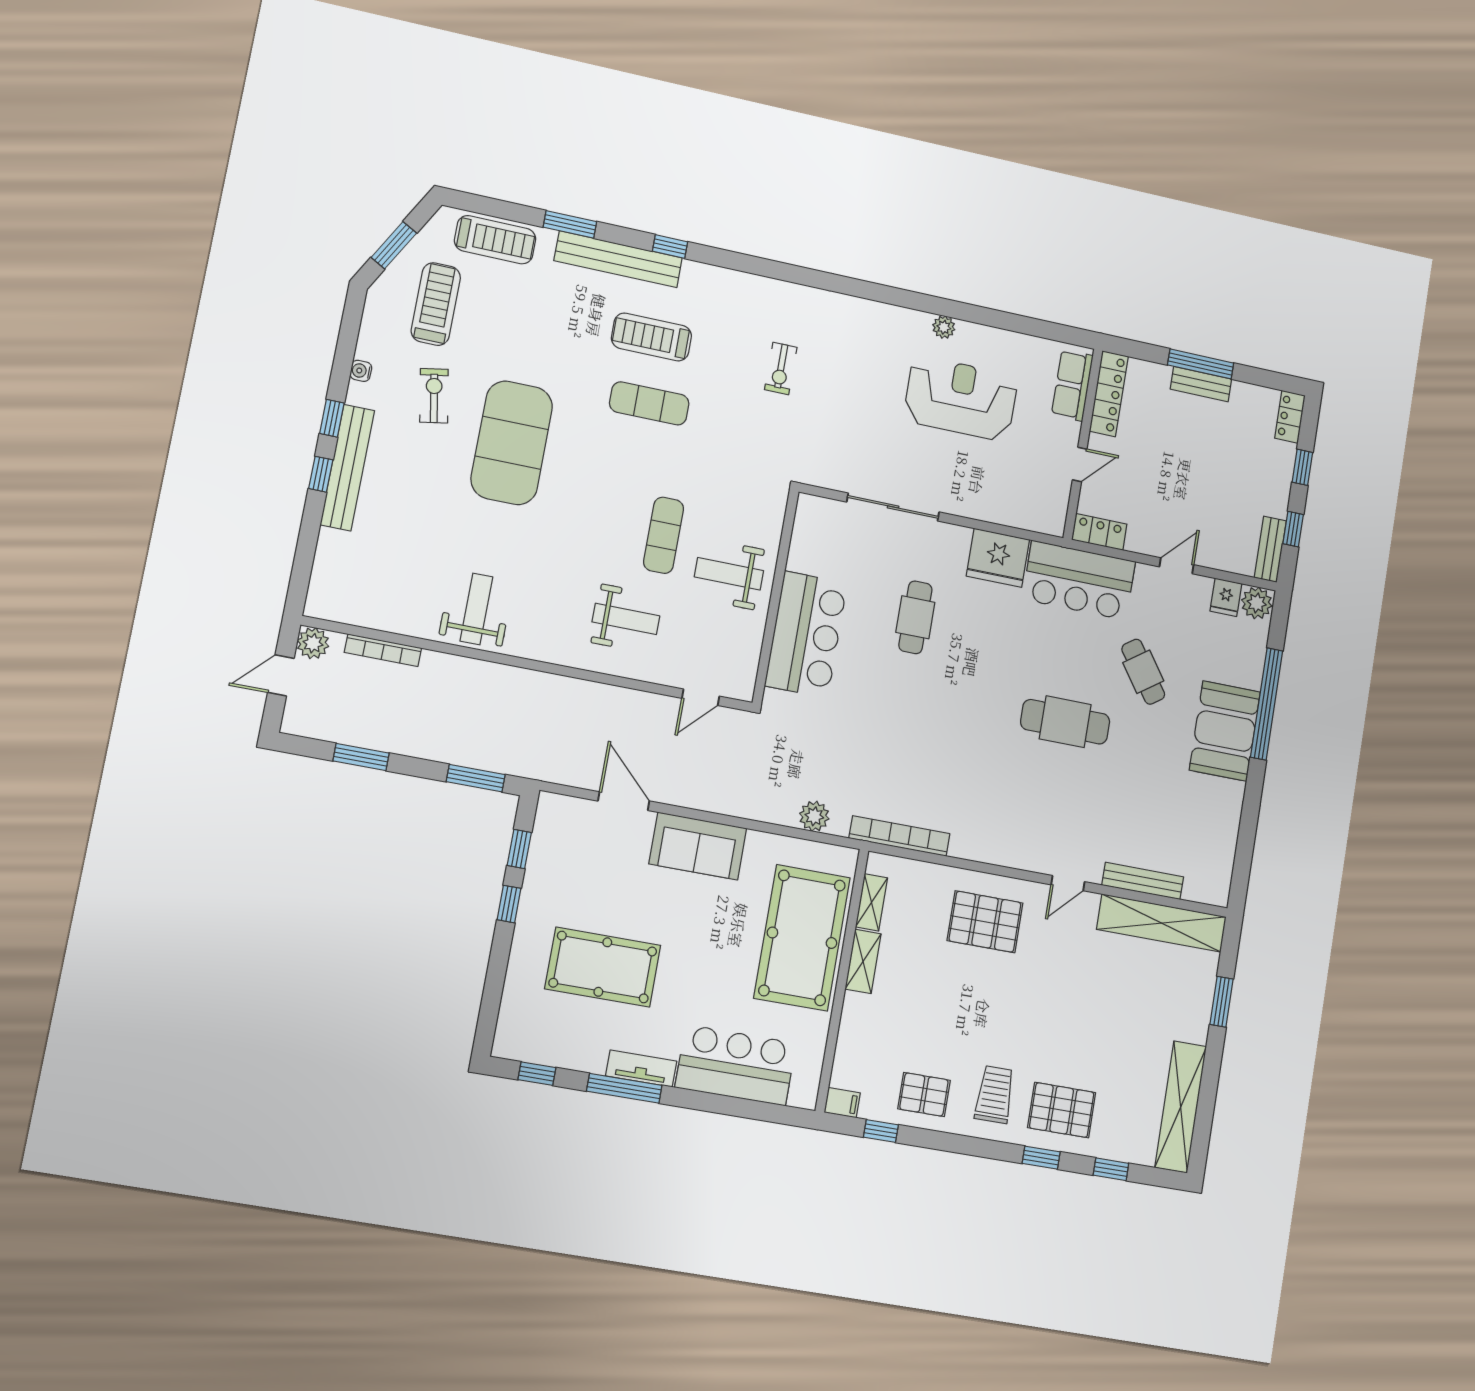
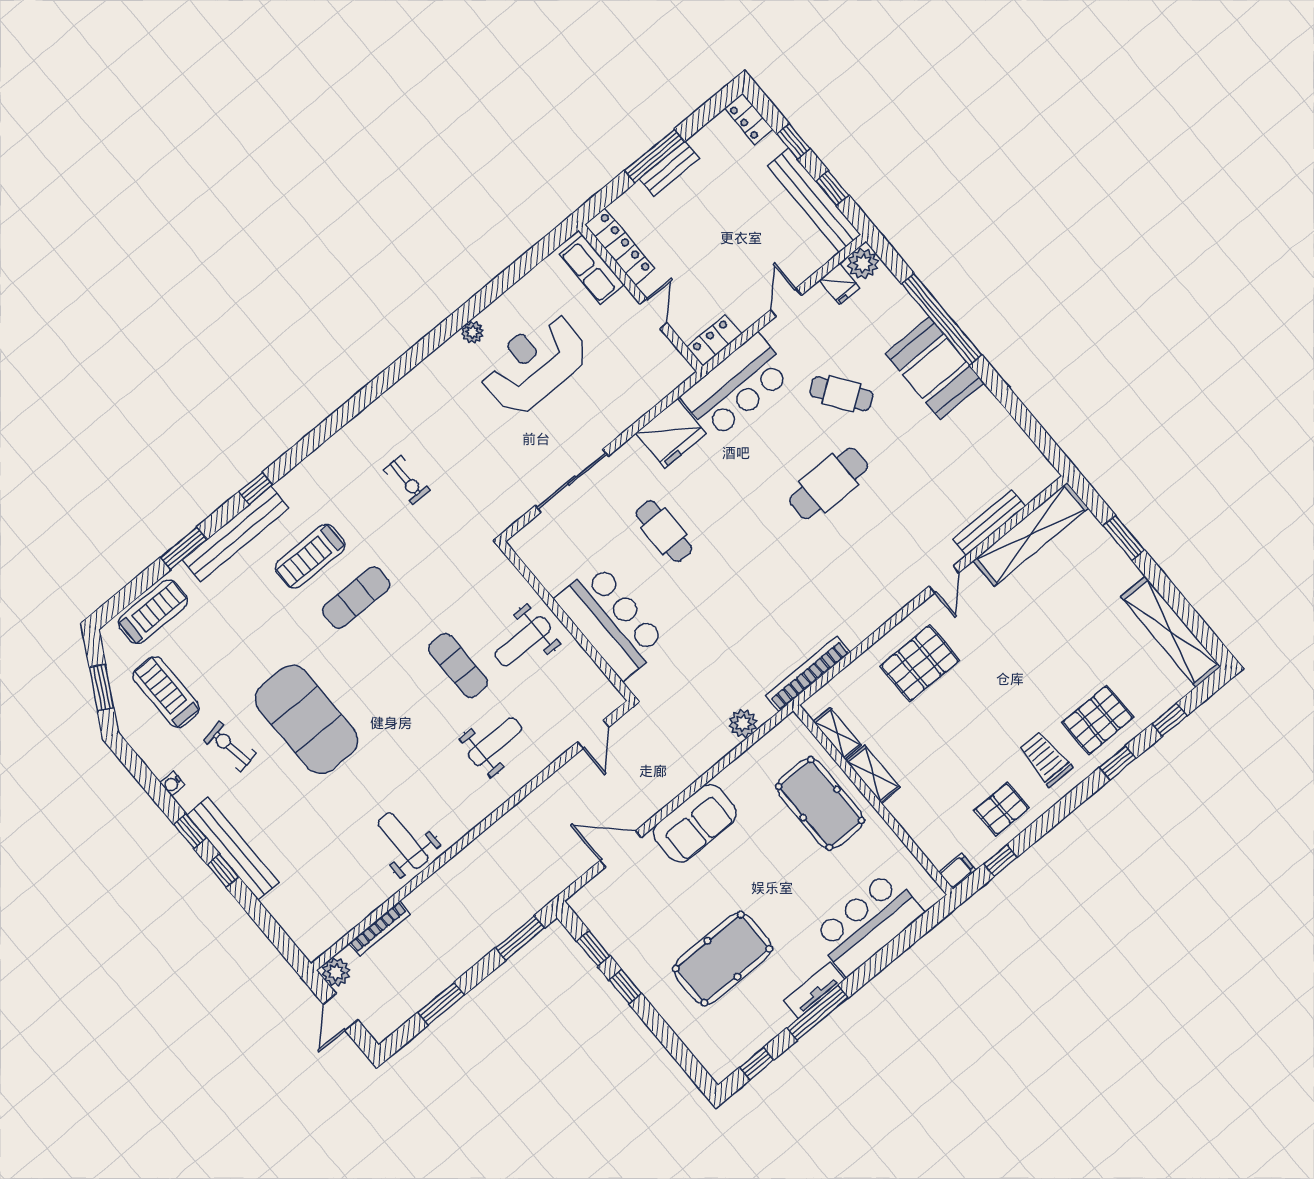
bench: (1270, 549) -> (814, 200), width x1.86, depth x1.21
pool table: (802, 938) -> (820, 803), width x0.73, depth x0.76

